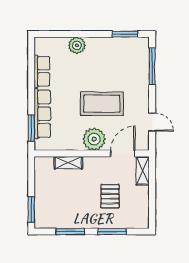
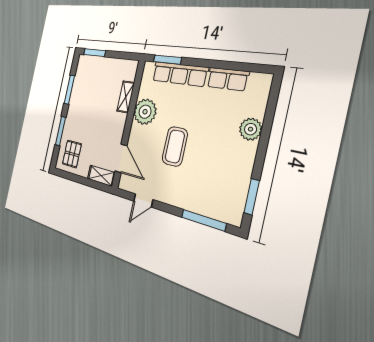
coffee table: (102, 104) -> (175, 146), width x0.73, depth x0.76
plant: (94, 139) -> (145, 112), moved
pallet: (110, 196) -> (72, 154), moved, turned 90

